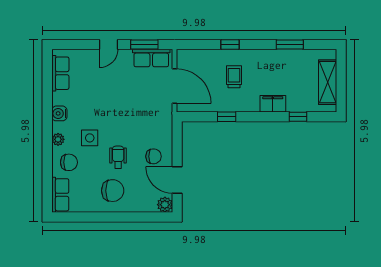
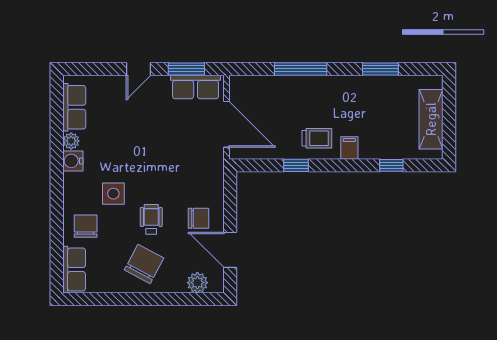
window: (230, 45) -> (301, 69), width x2.17
trolley: (234, 77) -> (317, 138), moved, turned 90
filing cabinet: (273, 104) -> (349, 148), width x0.50
plant: (58, 139) -> (71, 141), moved
chair: (69, 162) -> (86, 226), turned -90
chair: (113, 191) -> (144, 264), turned -62
plant: (165, 205) -> (197, 283), moved

